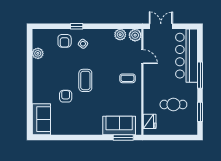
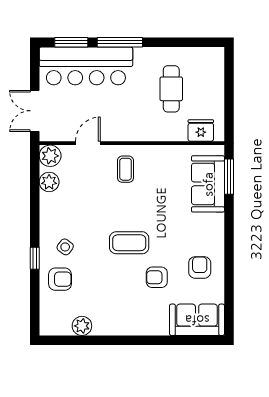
window: (200, 112) -> (71, 42), moved
armchair: (71, 121) -> (200, 267), added

